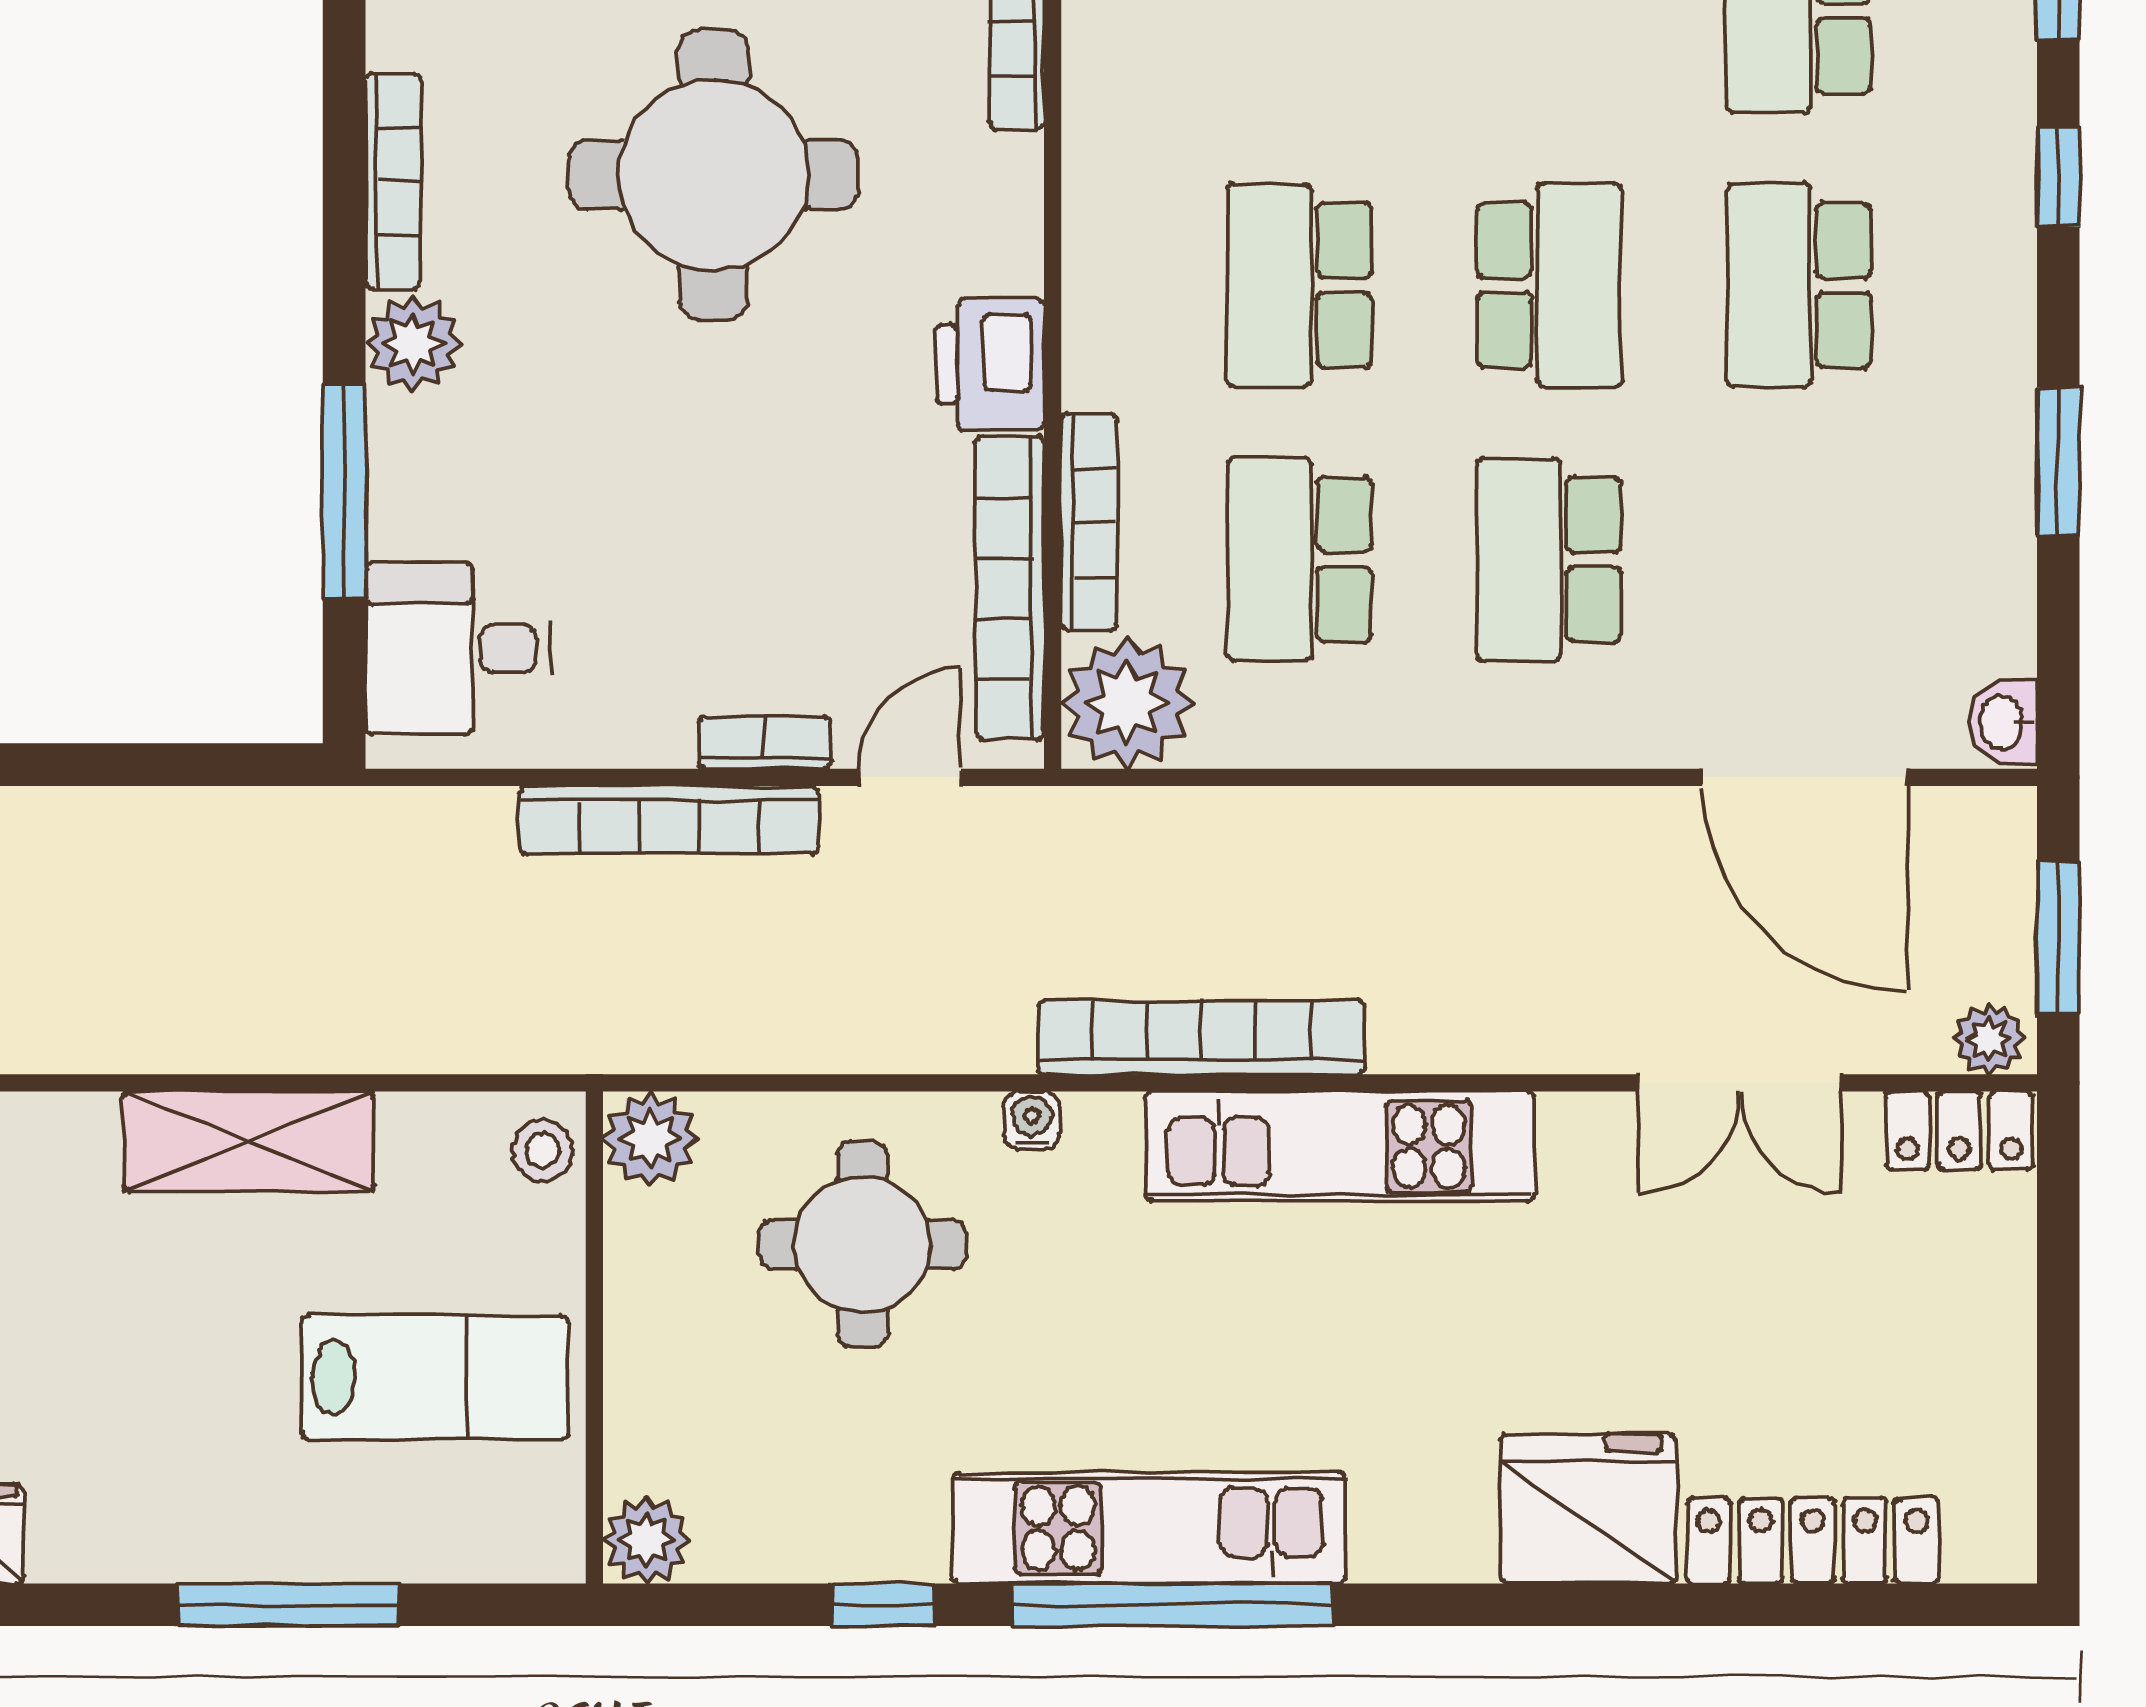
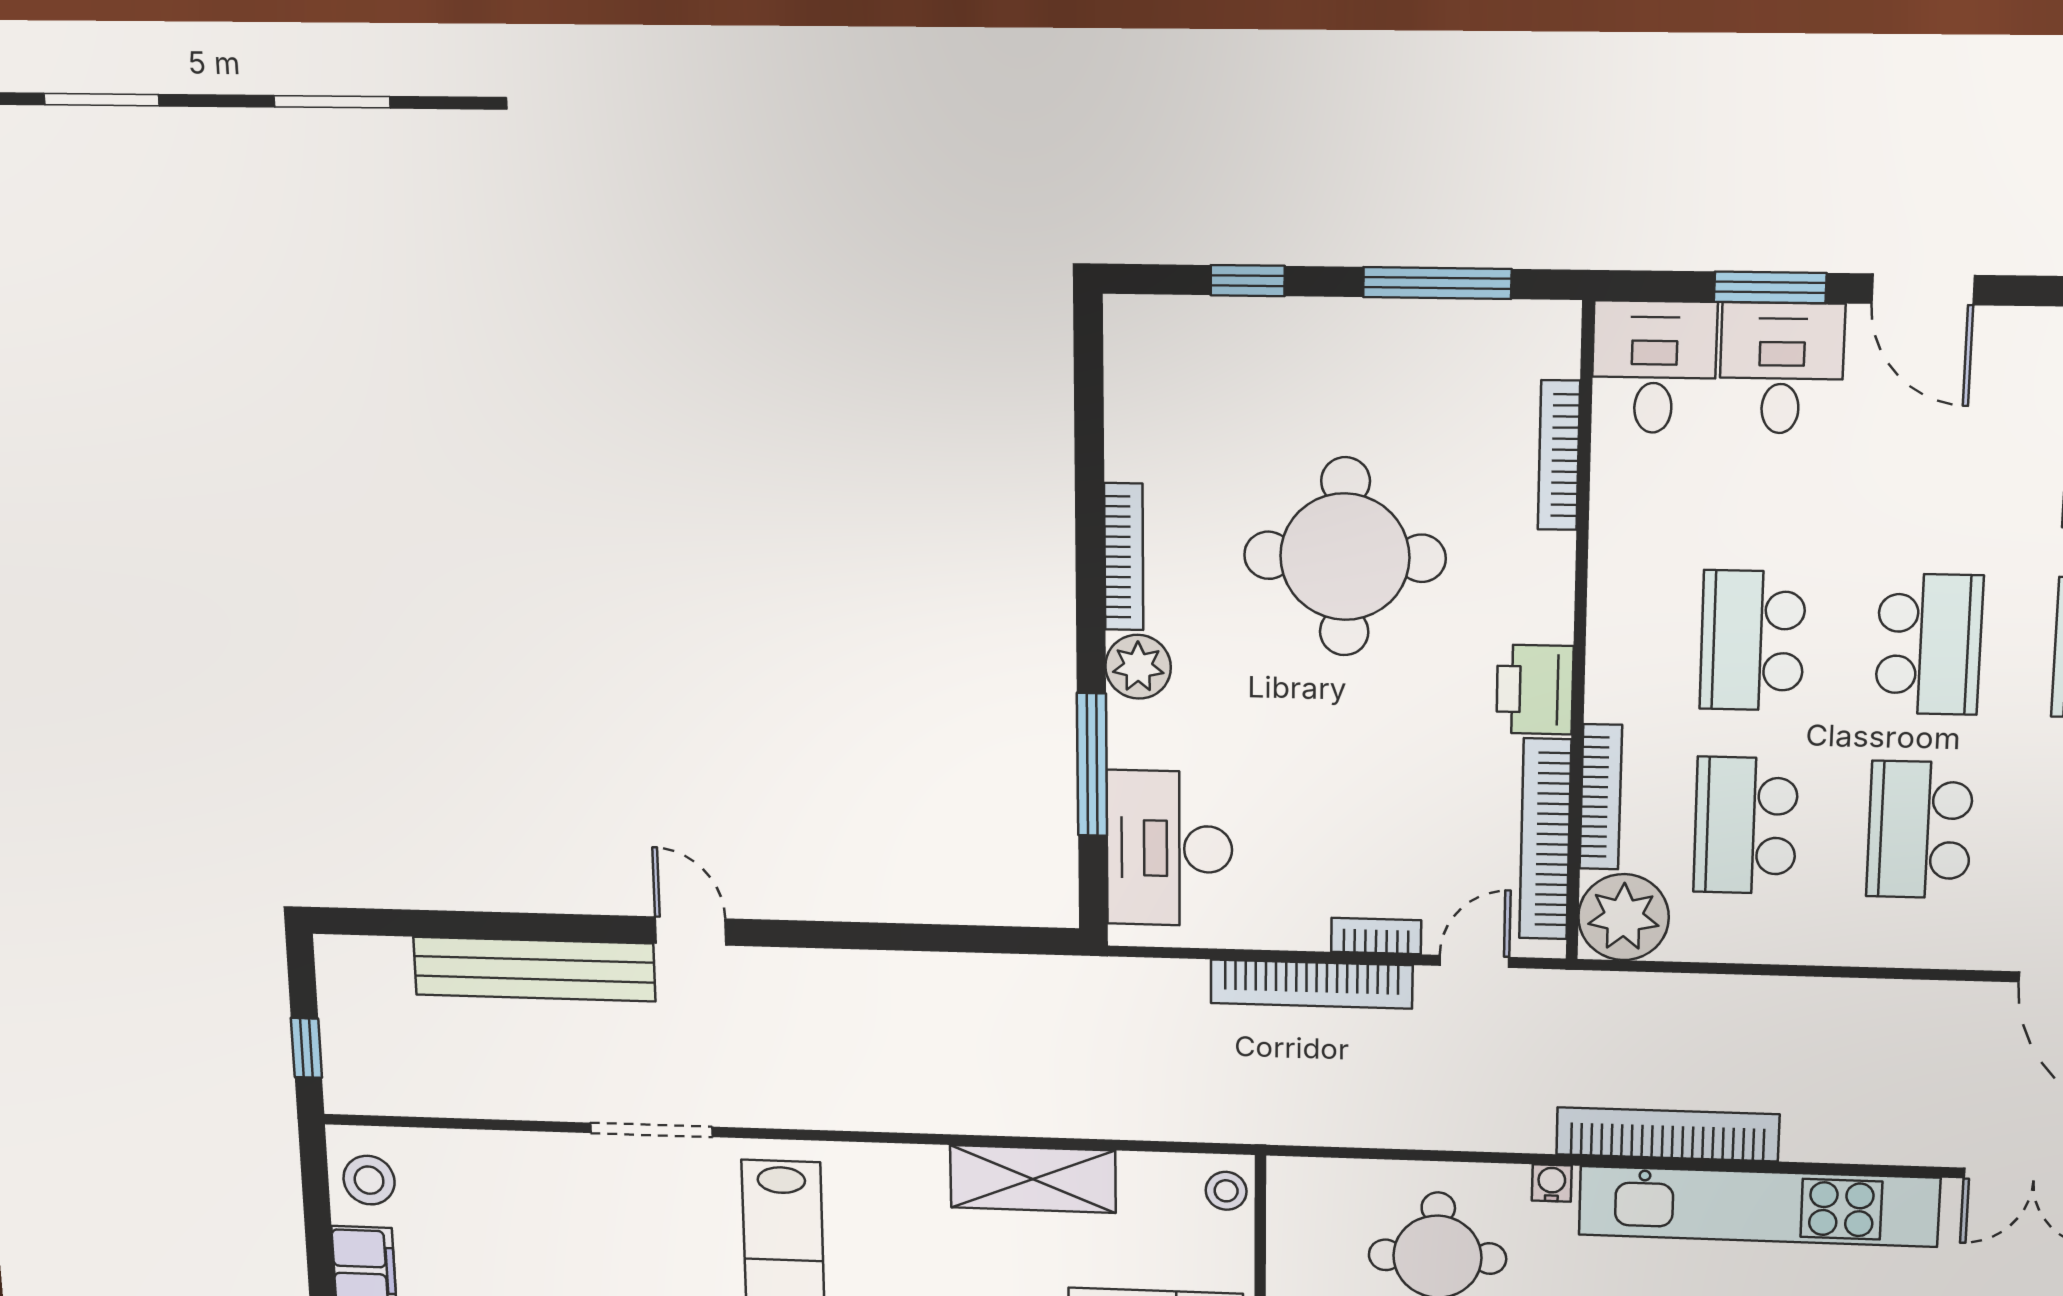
desk: (458, 649) -> (1169, 848), width x1.37
plant: (650, 1139) -> (1297, 1186), removed
kitchen unit: (1340, 1146) -> (1759, 1206), width x1.36

